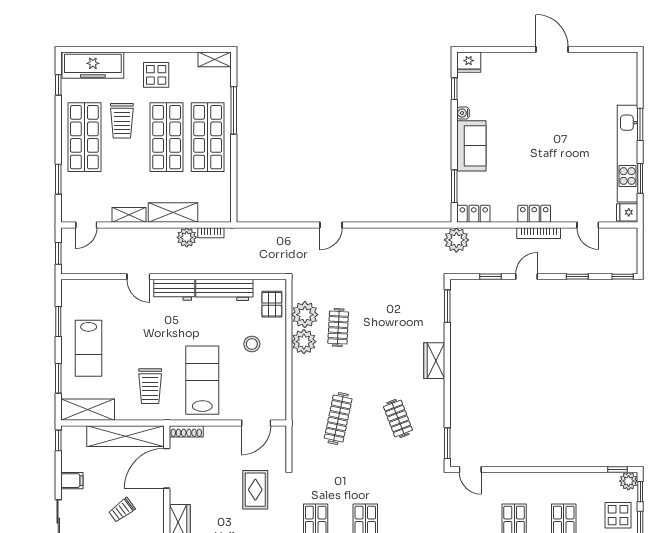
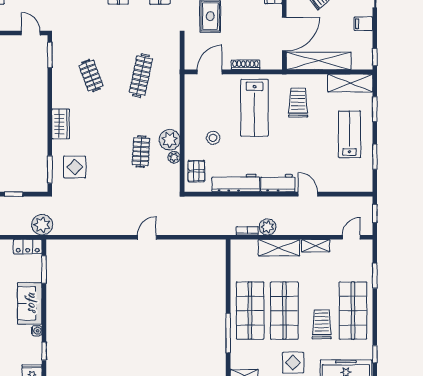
display table: (417, 309) -> (75, 167), added
plant: (305, 315) -> (174, 157), width x0.53, depth x0.53
shoe rack: (186, 431) -> (246, 65), moved

